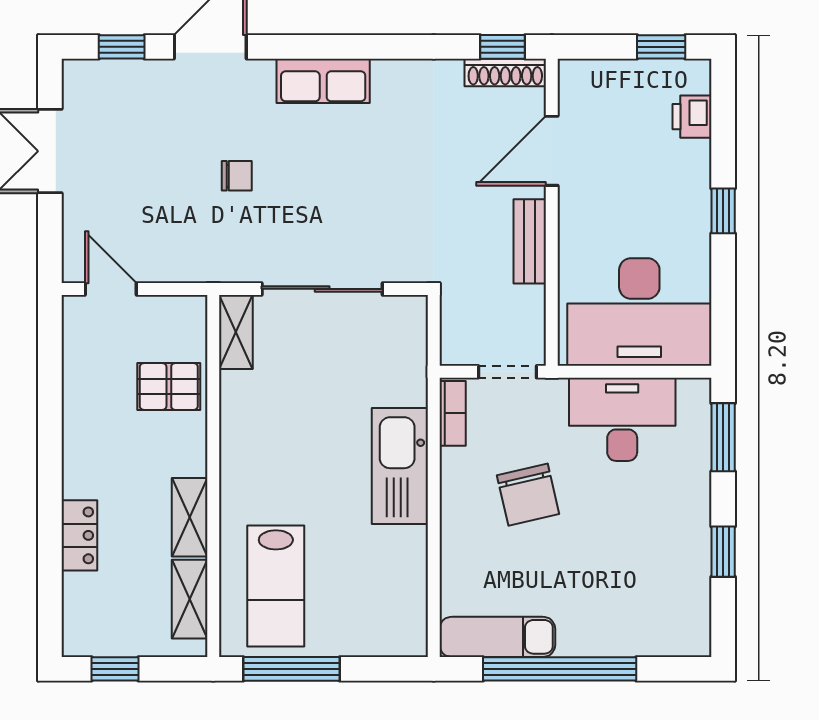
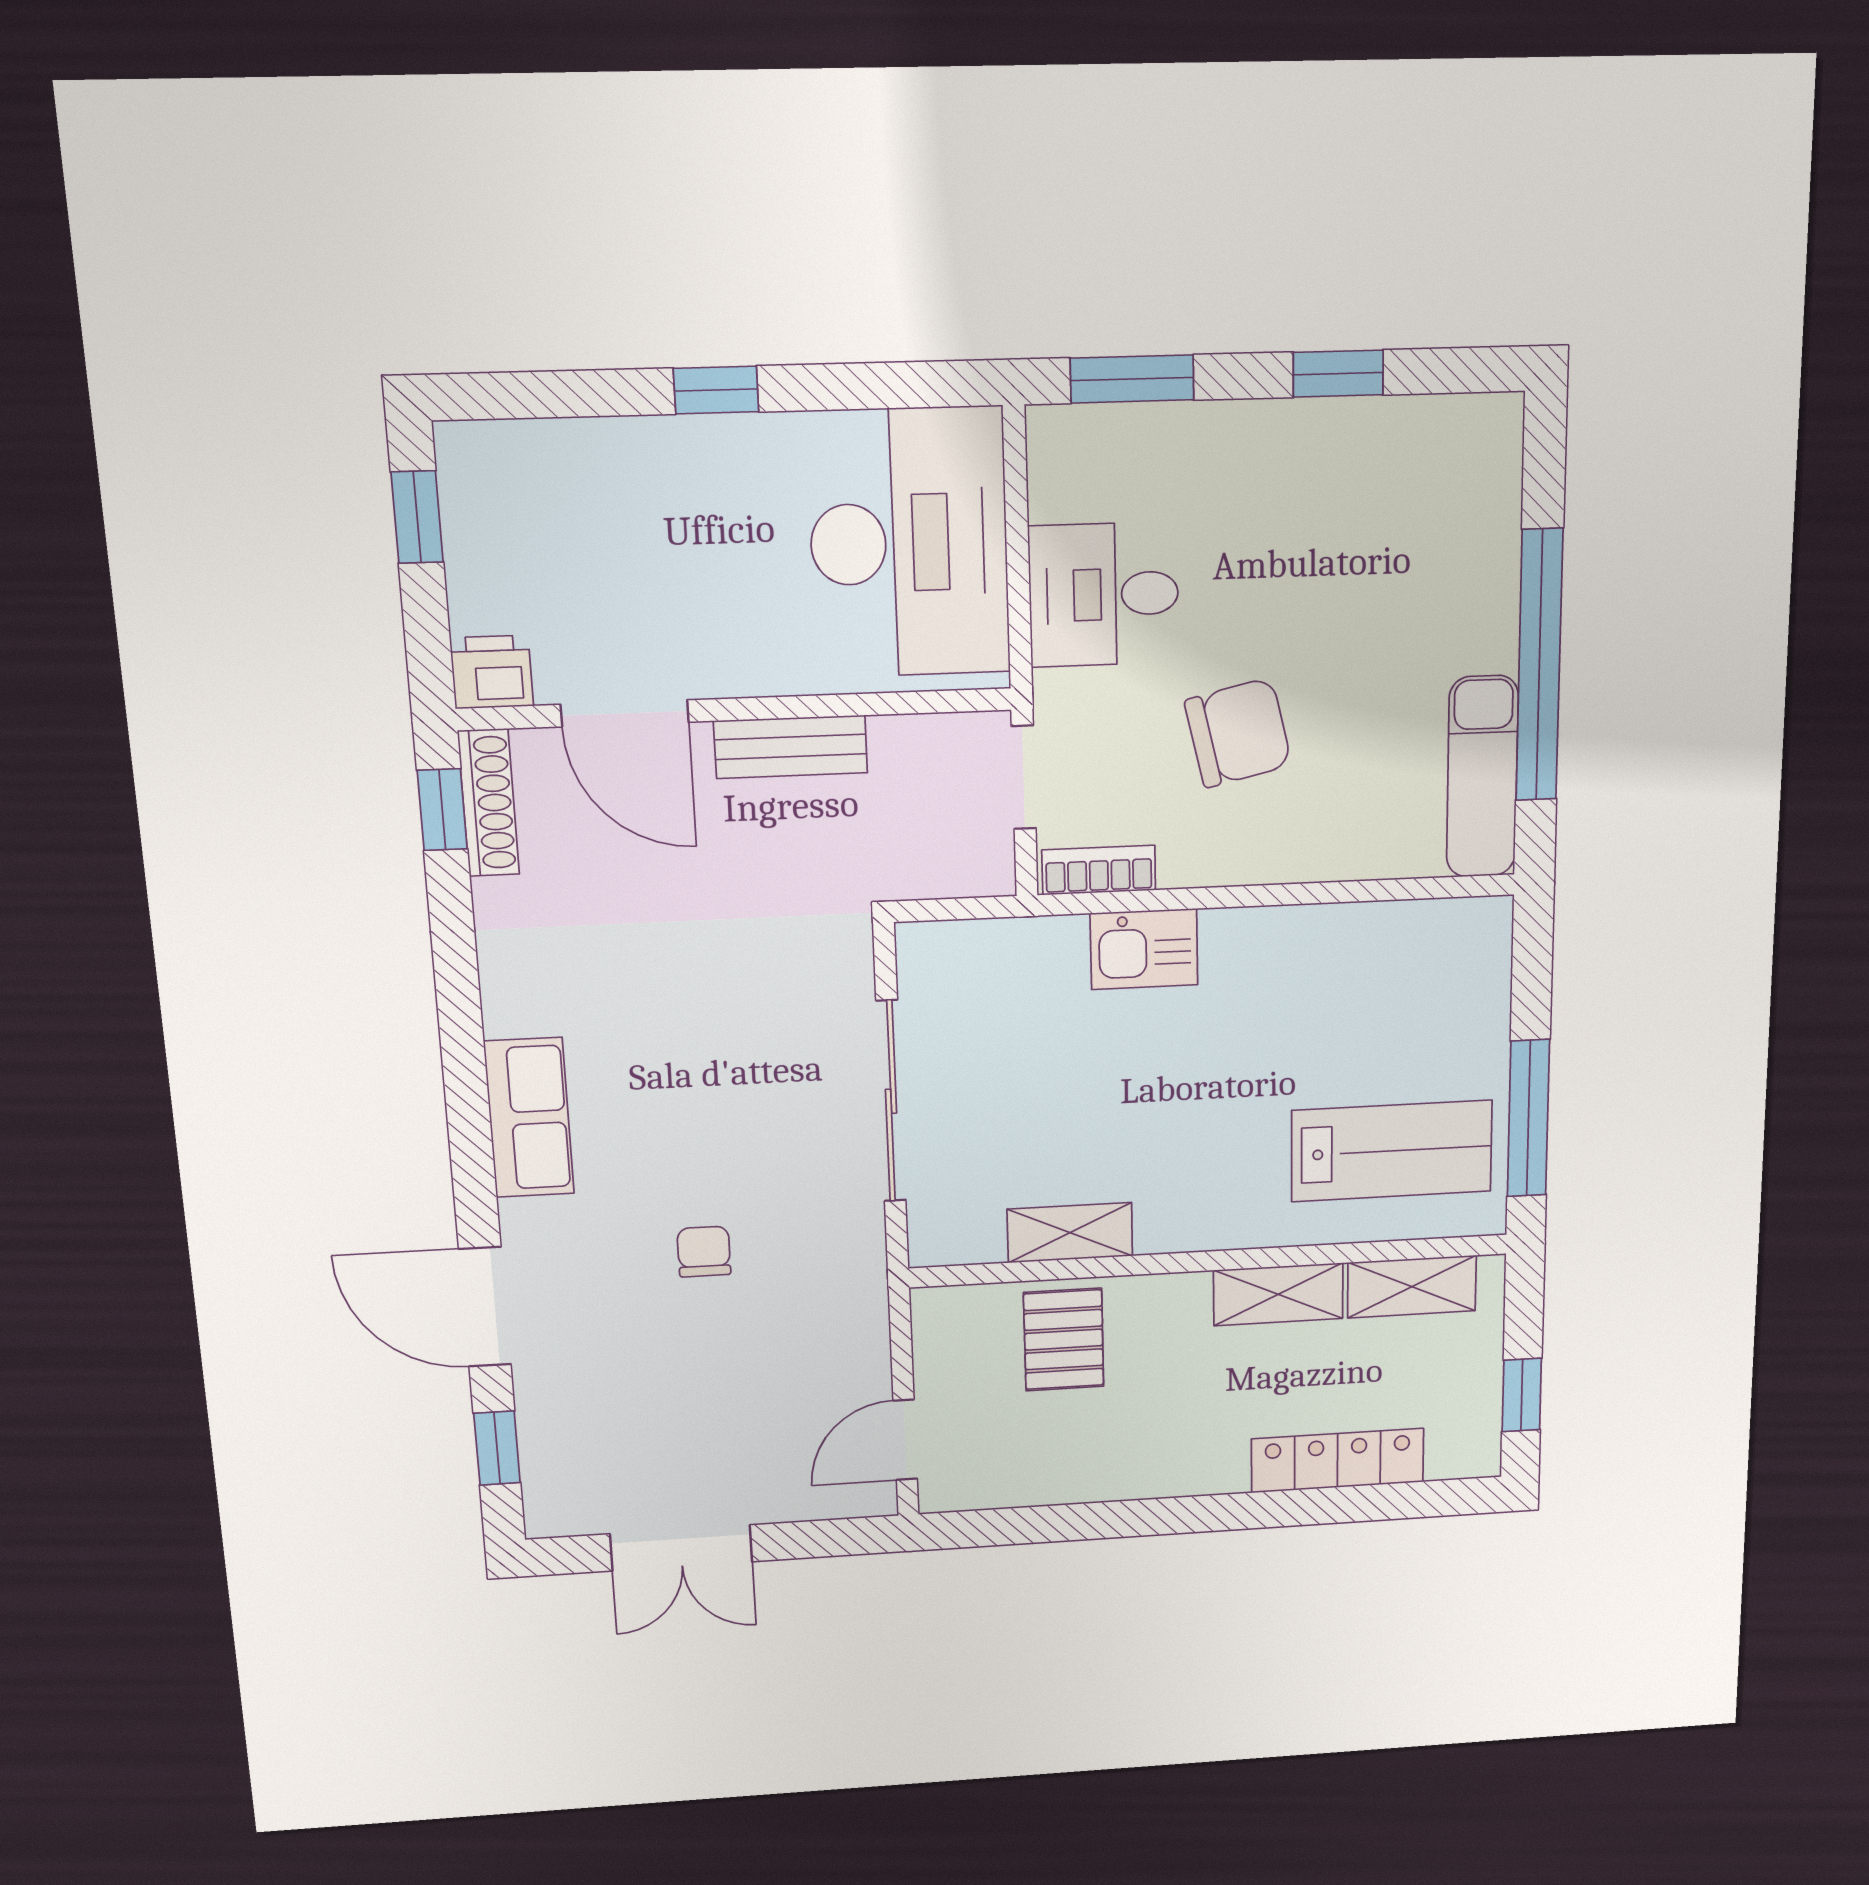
printer: (692, 117) -> (492, 672), moved, turned 180
shelving: (236, 332) -> (1070, 1233), moved
desk: (622, 419) -> (1104, 595), width x0.73
kitchen sink: (400, 466) -> (1144, 949), width x0.53, depth x0.81
locker: (79, 535) -> (1338, 1460), width x1.53

